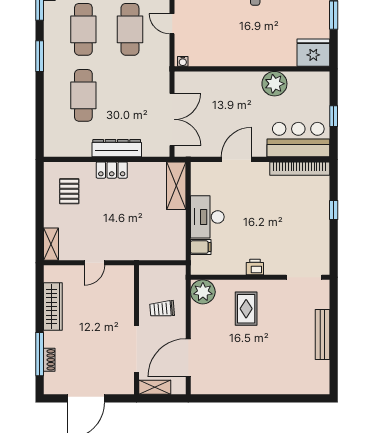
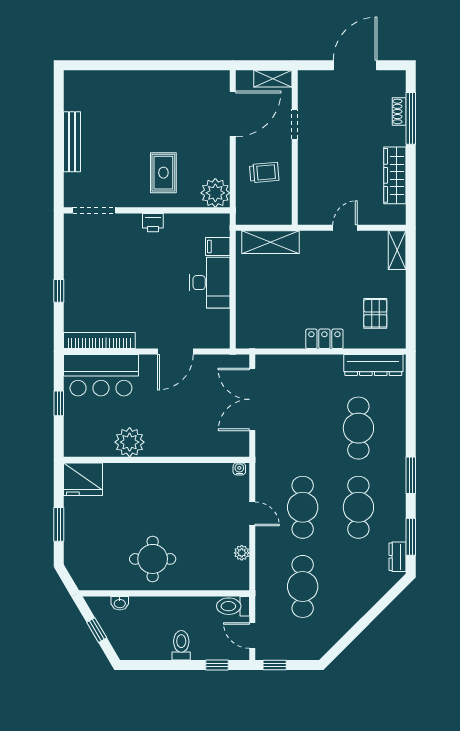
dresser: (117, 148) -> (373, 365), moved
shelving: (176, 186) -> (271, 242), moved, turned 90
doorway: (137, 349) -> (295, 124), width x0.53

